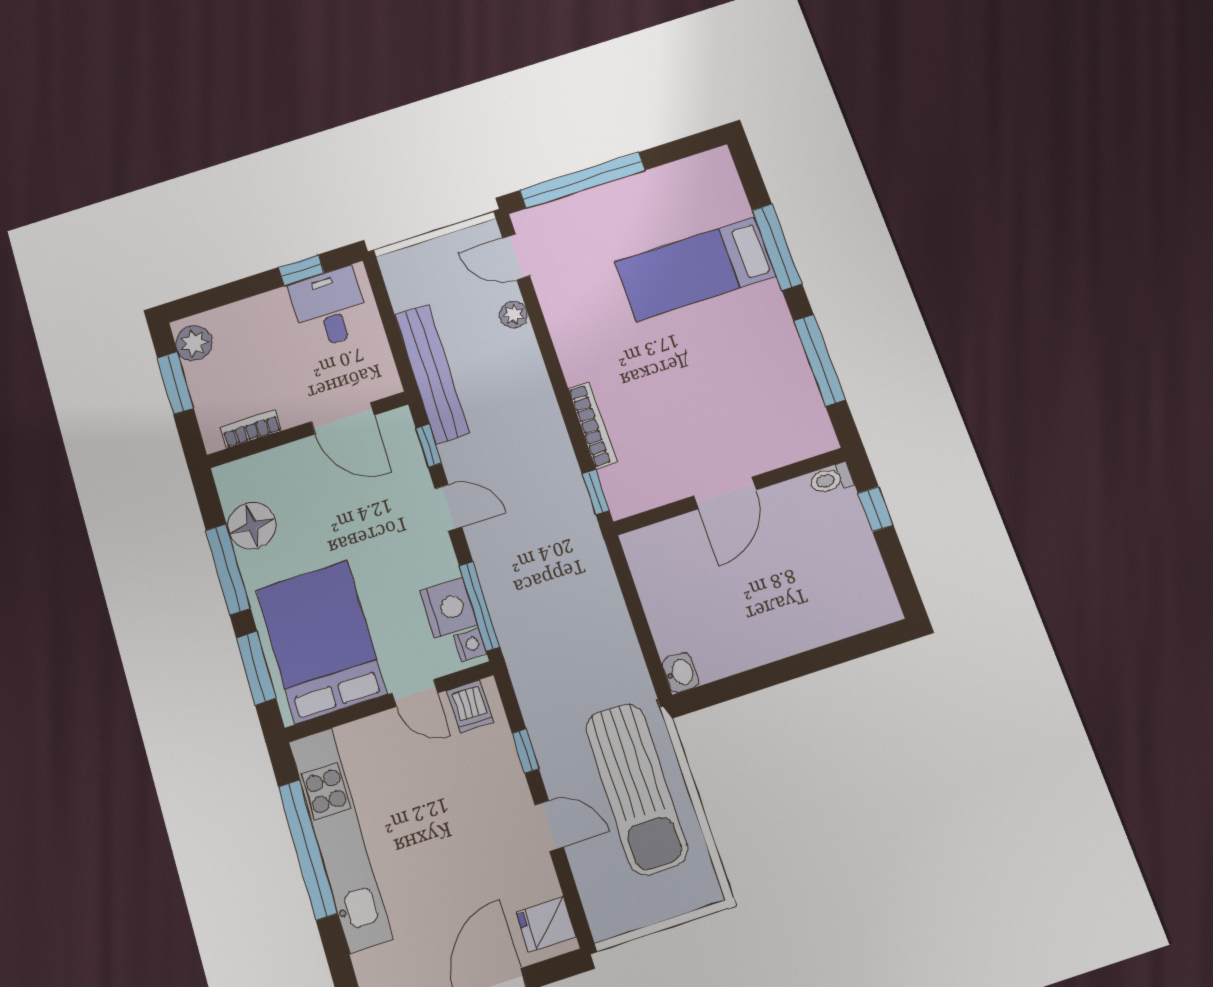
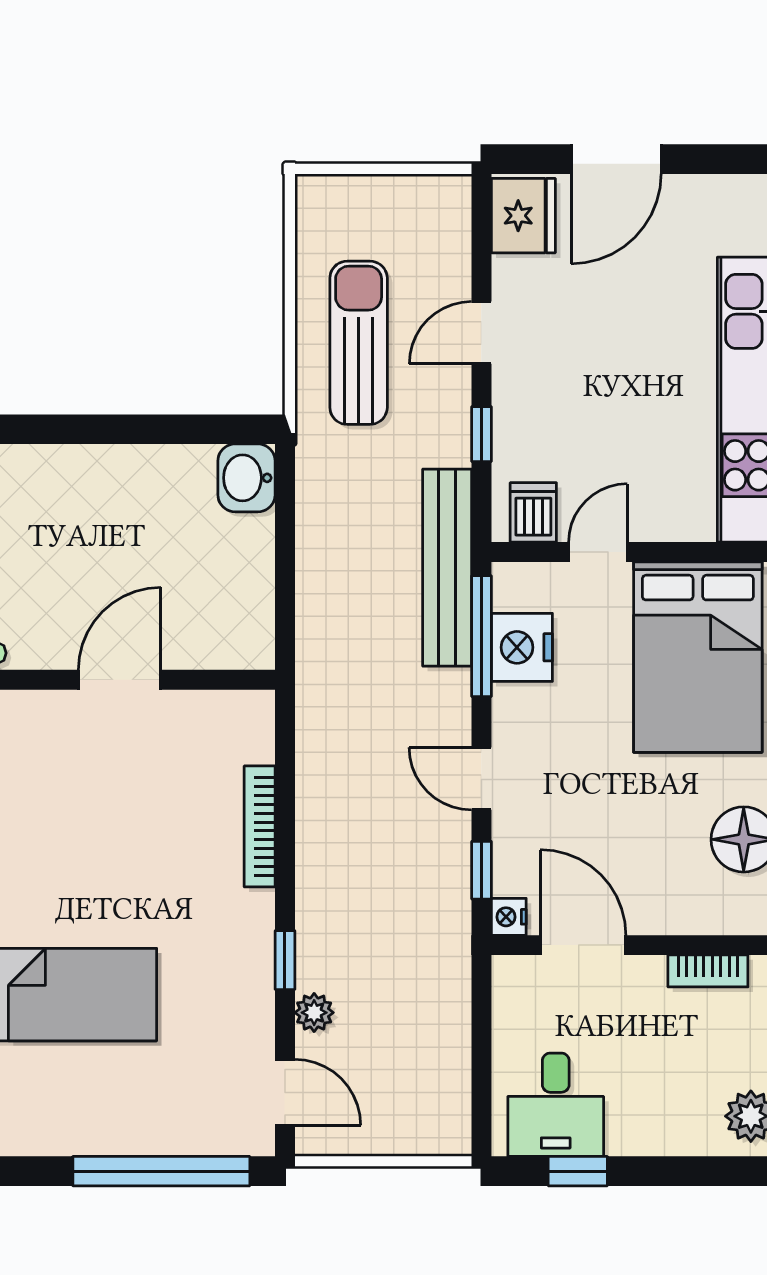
bench: (432, 374) -> (447, 568), moved
window: (596, 492) -> (285, 960), moved
nightstand: (470, 645) -> (509, 917), moved
washbasin: (680, 673) -> (246, 478), width x1.38, depth x1.45
door: (415, 693) -> (598, 552), hinge flipped
sun lounger: (636, 789) -> (359, 343), width x0.73, depth x0.75
door: (549, 826) -> (481, 333), hinge flipped
fridge: (546, 924) -> (523, 216), width x1.38

